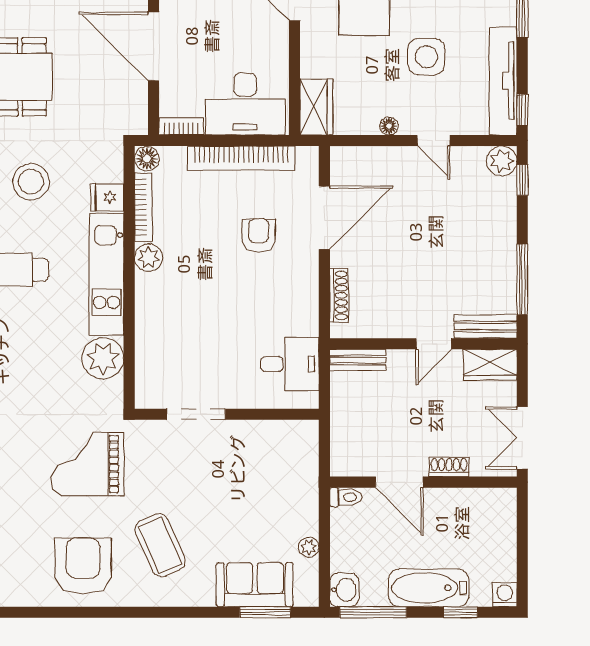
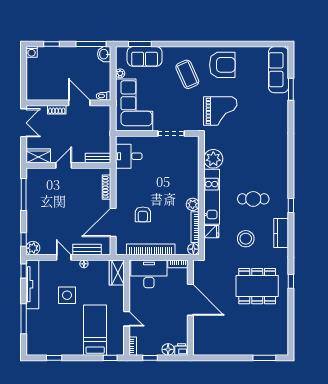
bench: (485, 326) -> (87, 249), moved
corner sofa: (278, 477) -> (134, 105), added
armchair: (83, 566) -> (222, 65), turned -90
bathtub: (429, 588) -> (66, 55), removed

